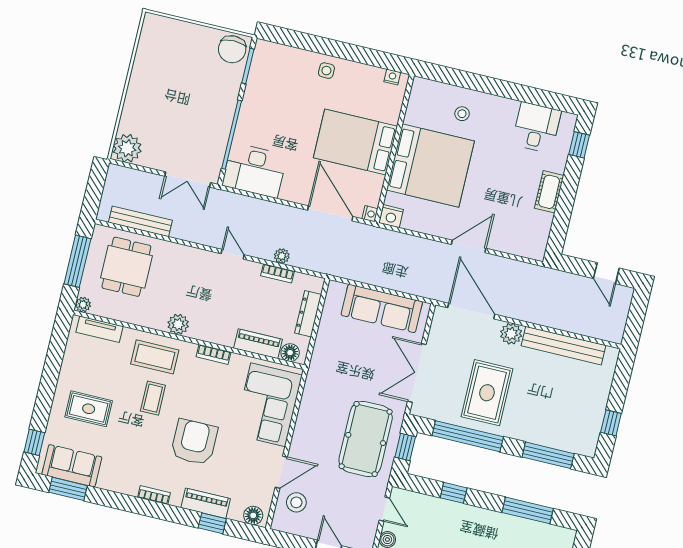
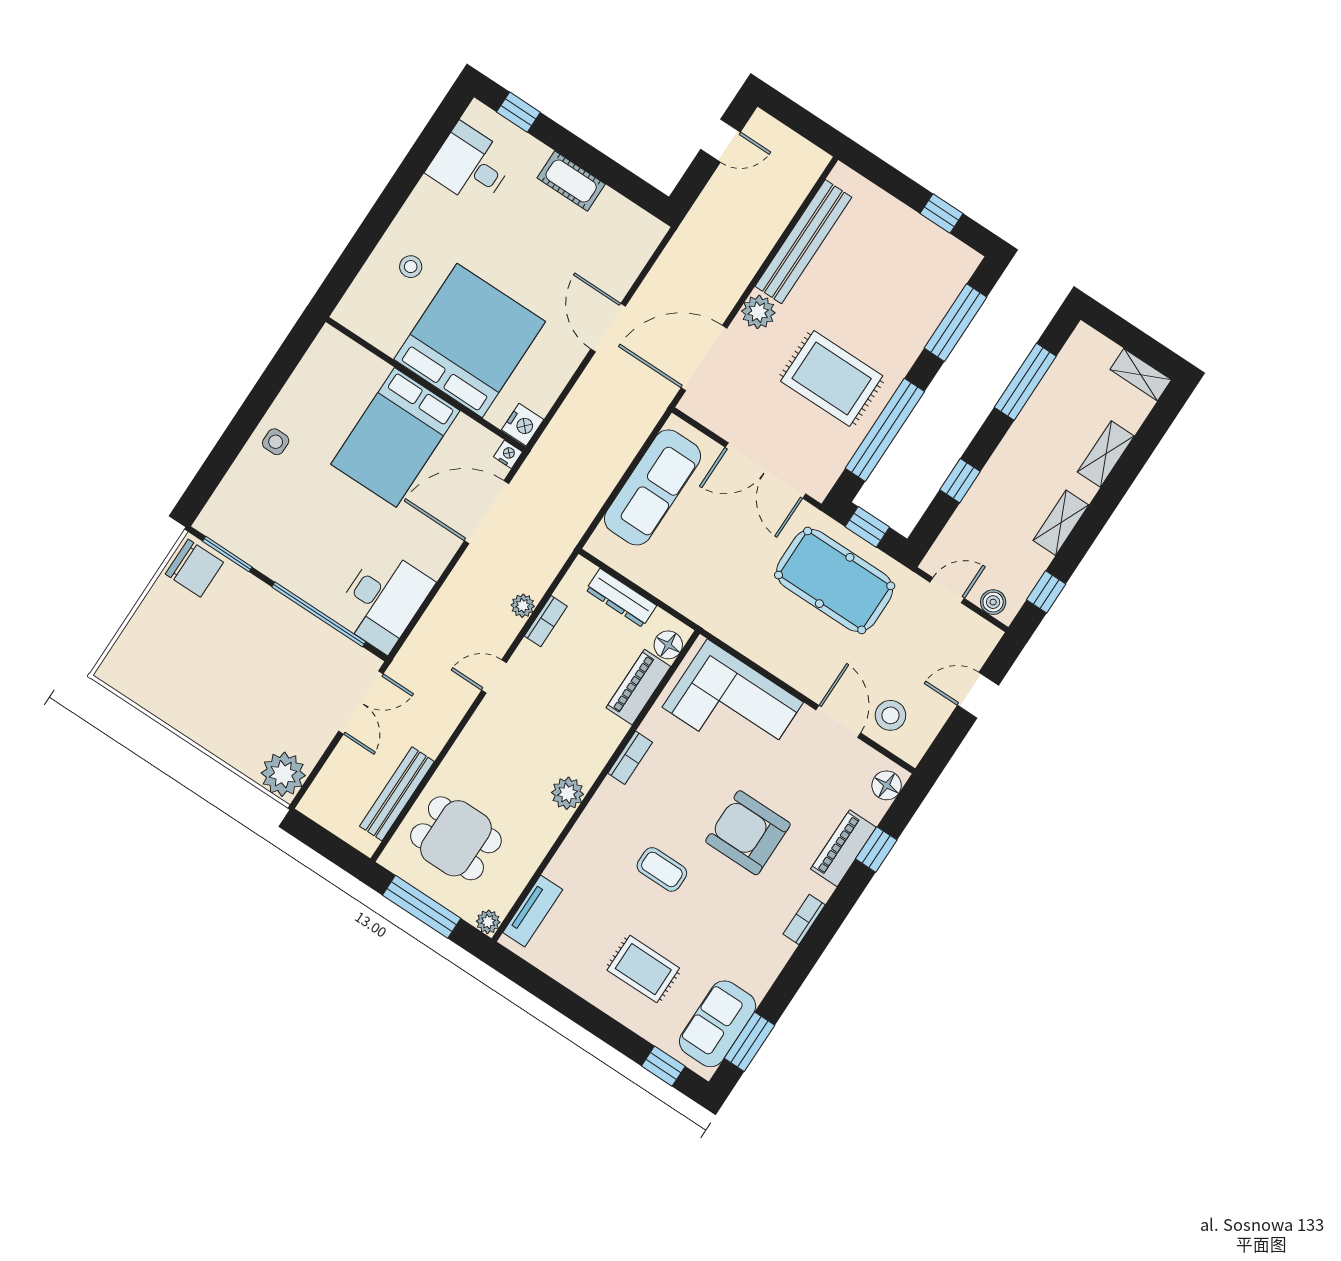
nightstand: (392, 77) -> (320, 349), removed
coffee table: (155, 357) -> (603, 845), removed
rug: (89, 409) -> (643, 969), turned 90

